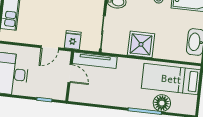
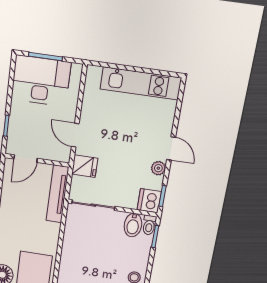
shower: (141, 44) -> (76, 253), removed
door: (70, 73) -> (26, 159), moved

